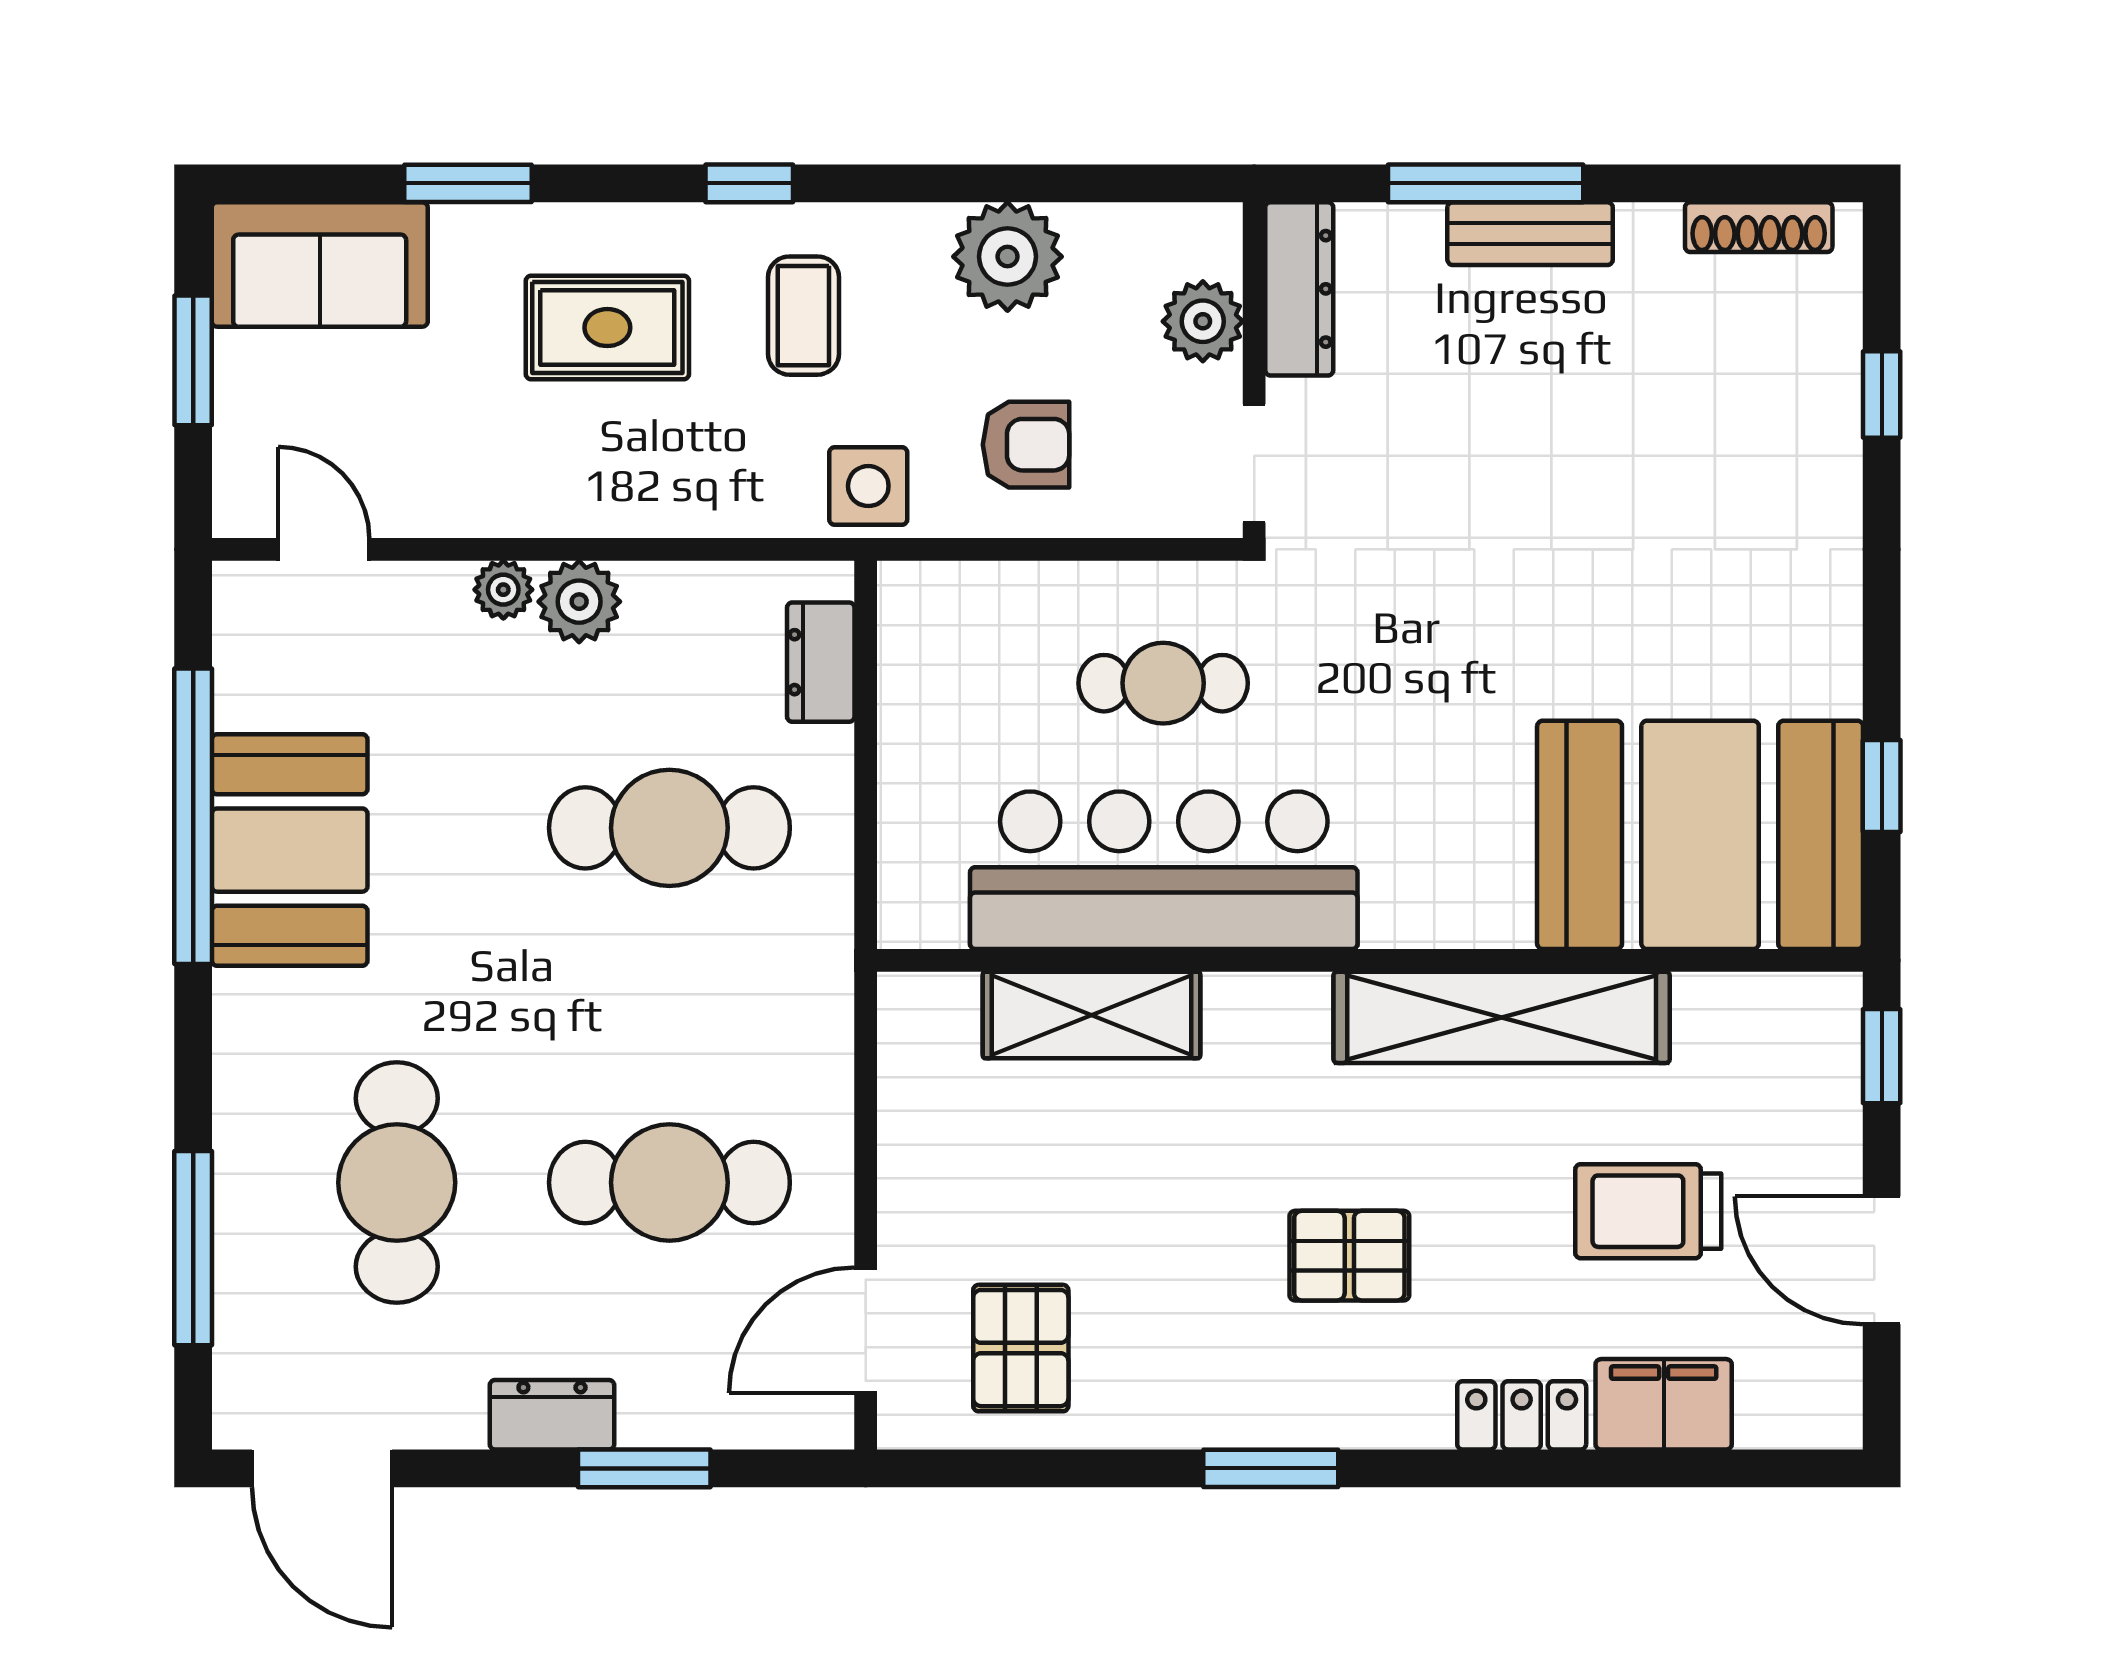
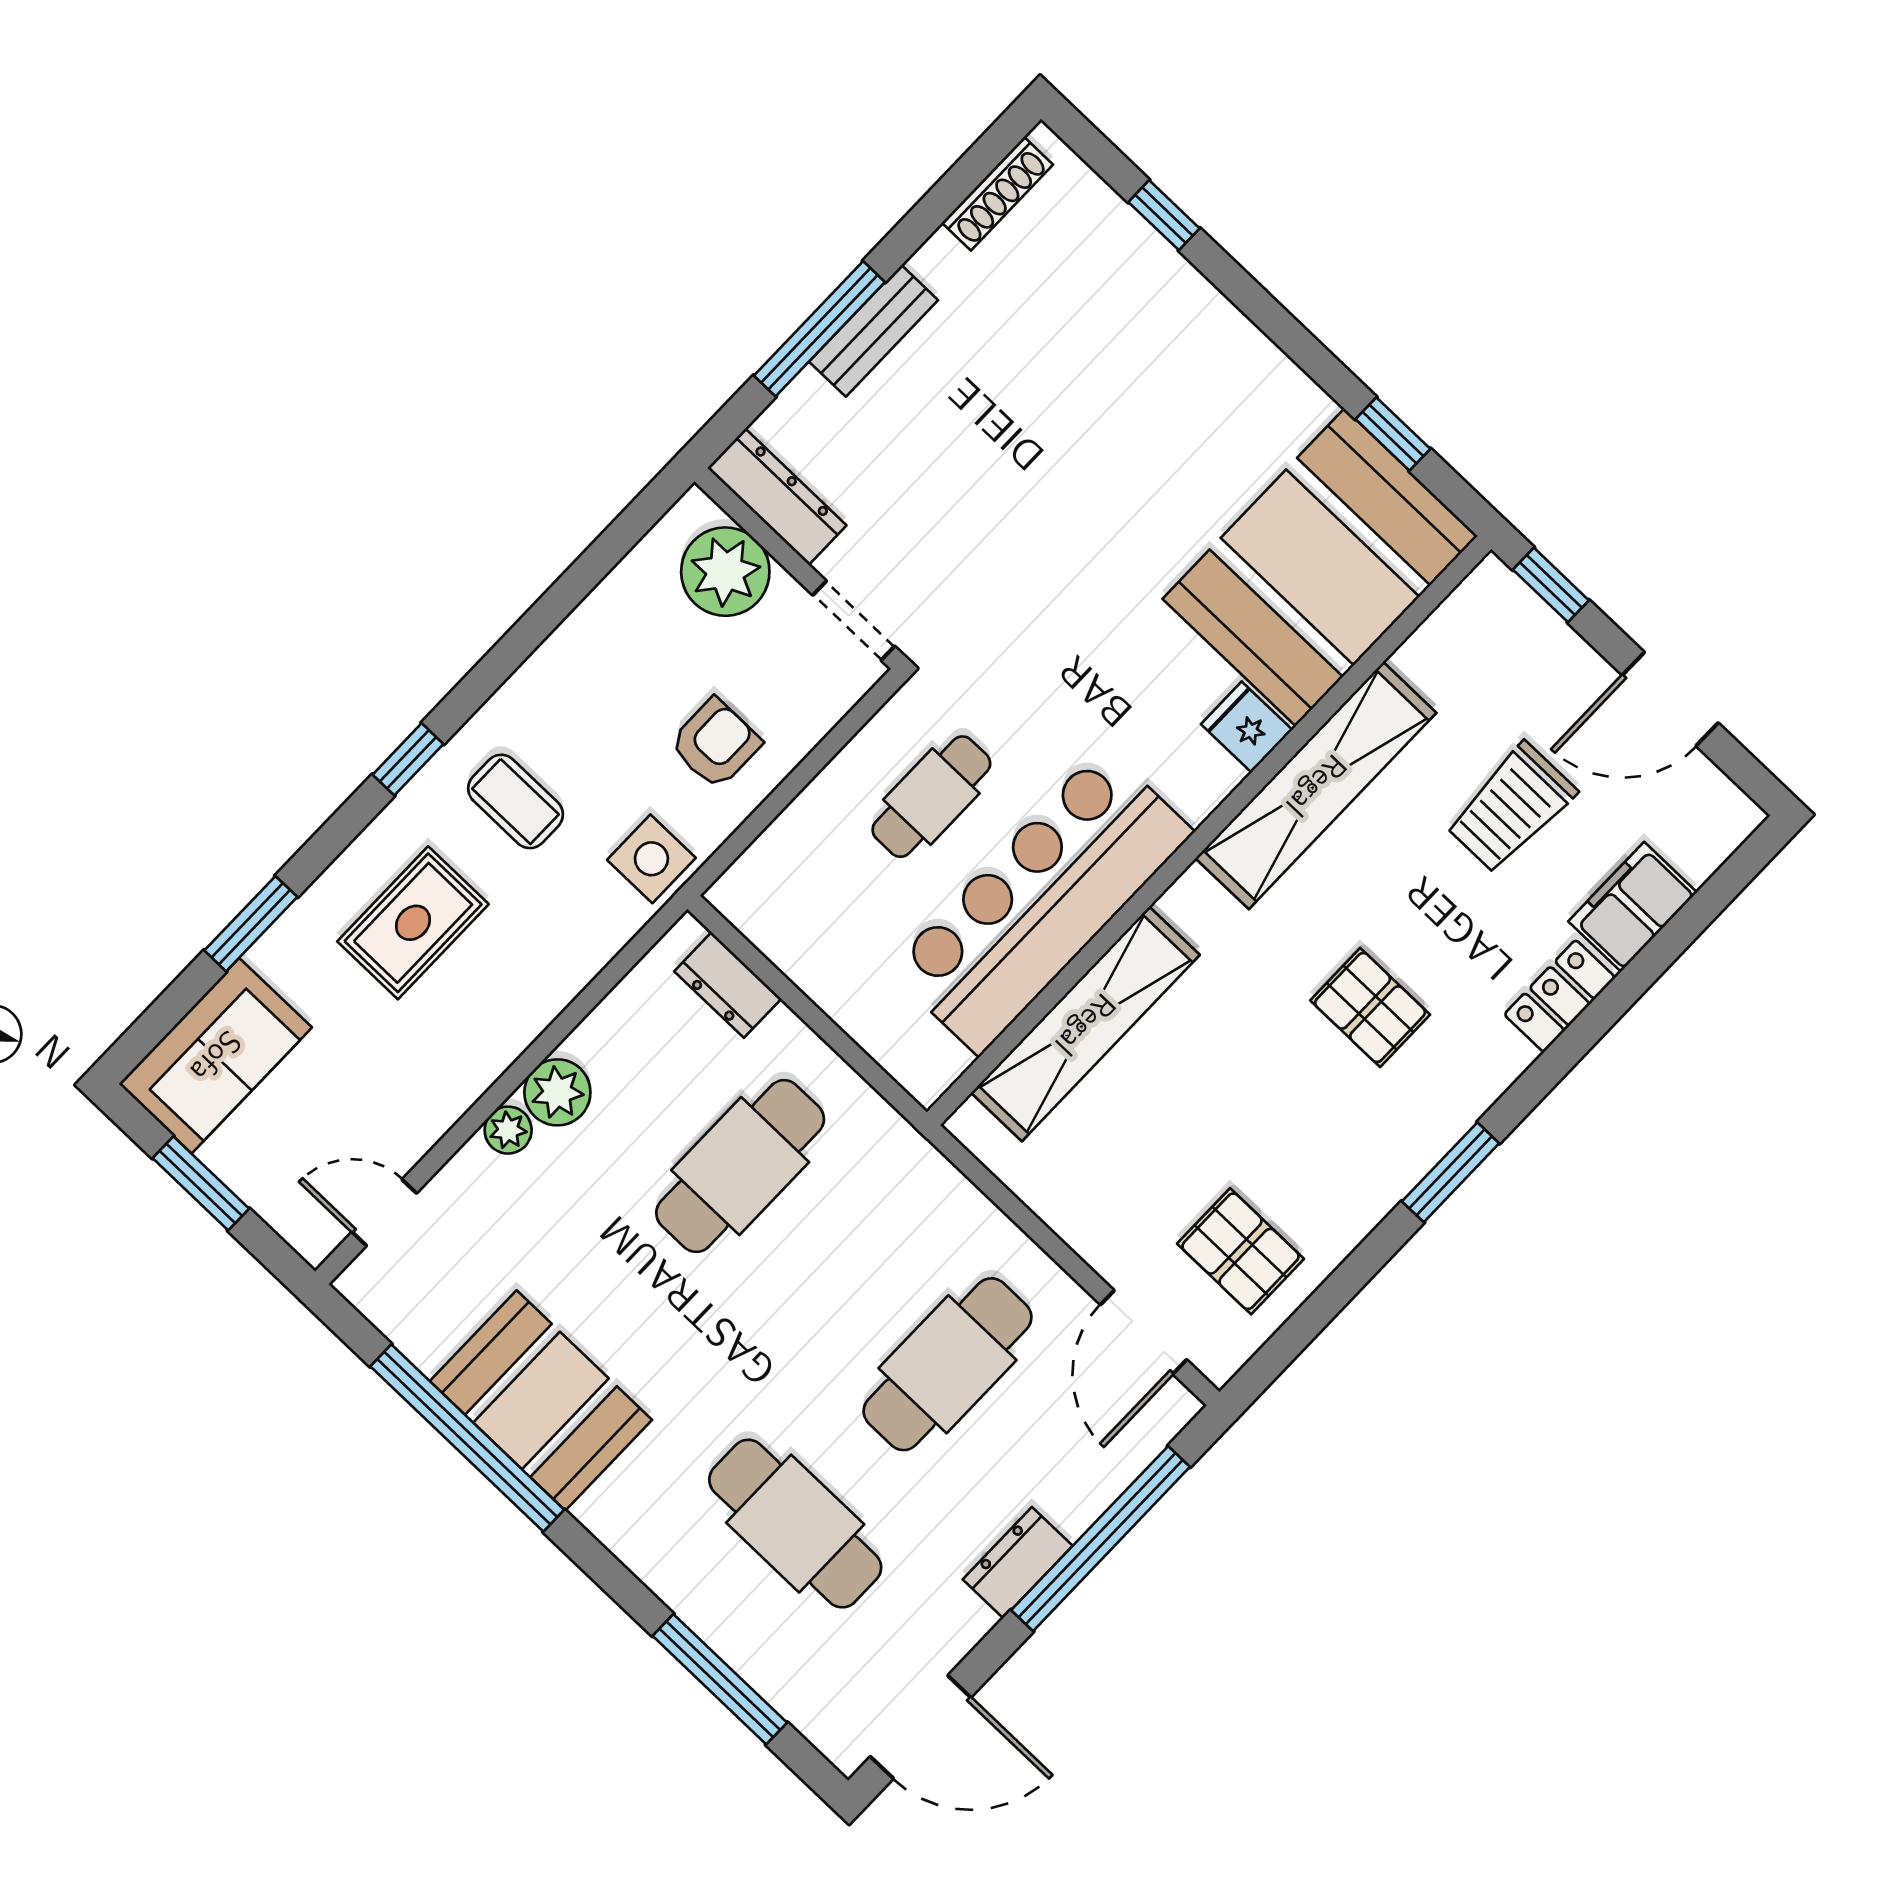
plant: (1008, 257) -> (595, 649), removed
plant: (1203, 321) -> (725, 572), width x1.36, depth x1.36
fridge: (1495, 906) -> (1247, 727), added
shelving: (1091, 1015) -> (1085, 1024), width x1.47
pallet: (1349, 1256) -> (1370, 1008), turned 90
window: (644, 1468) -> (1101, 1539), width x2.11

